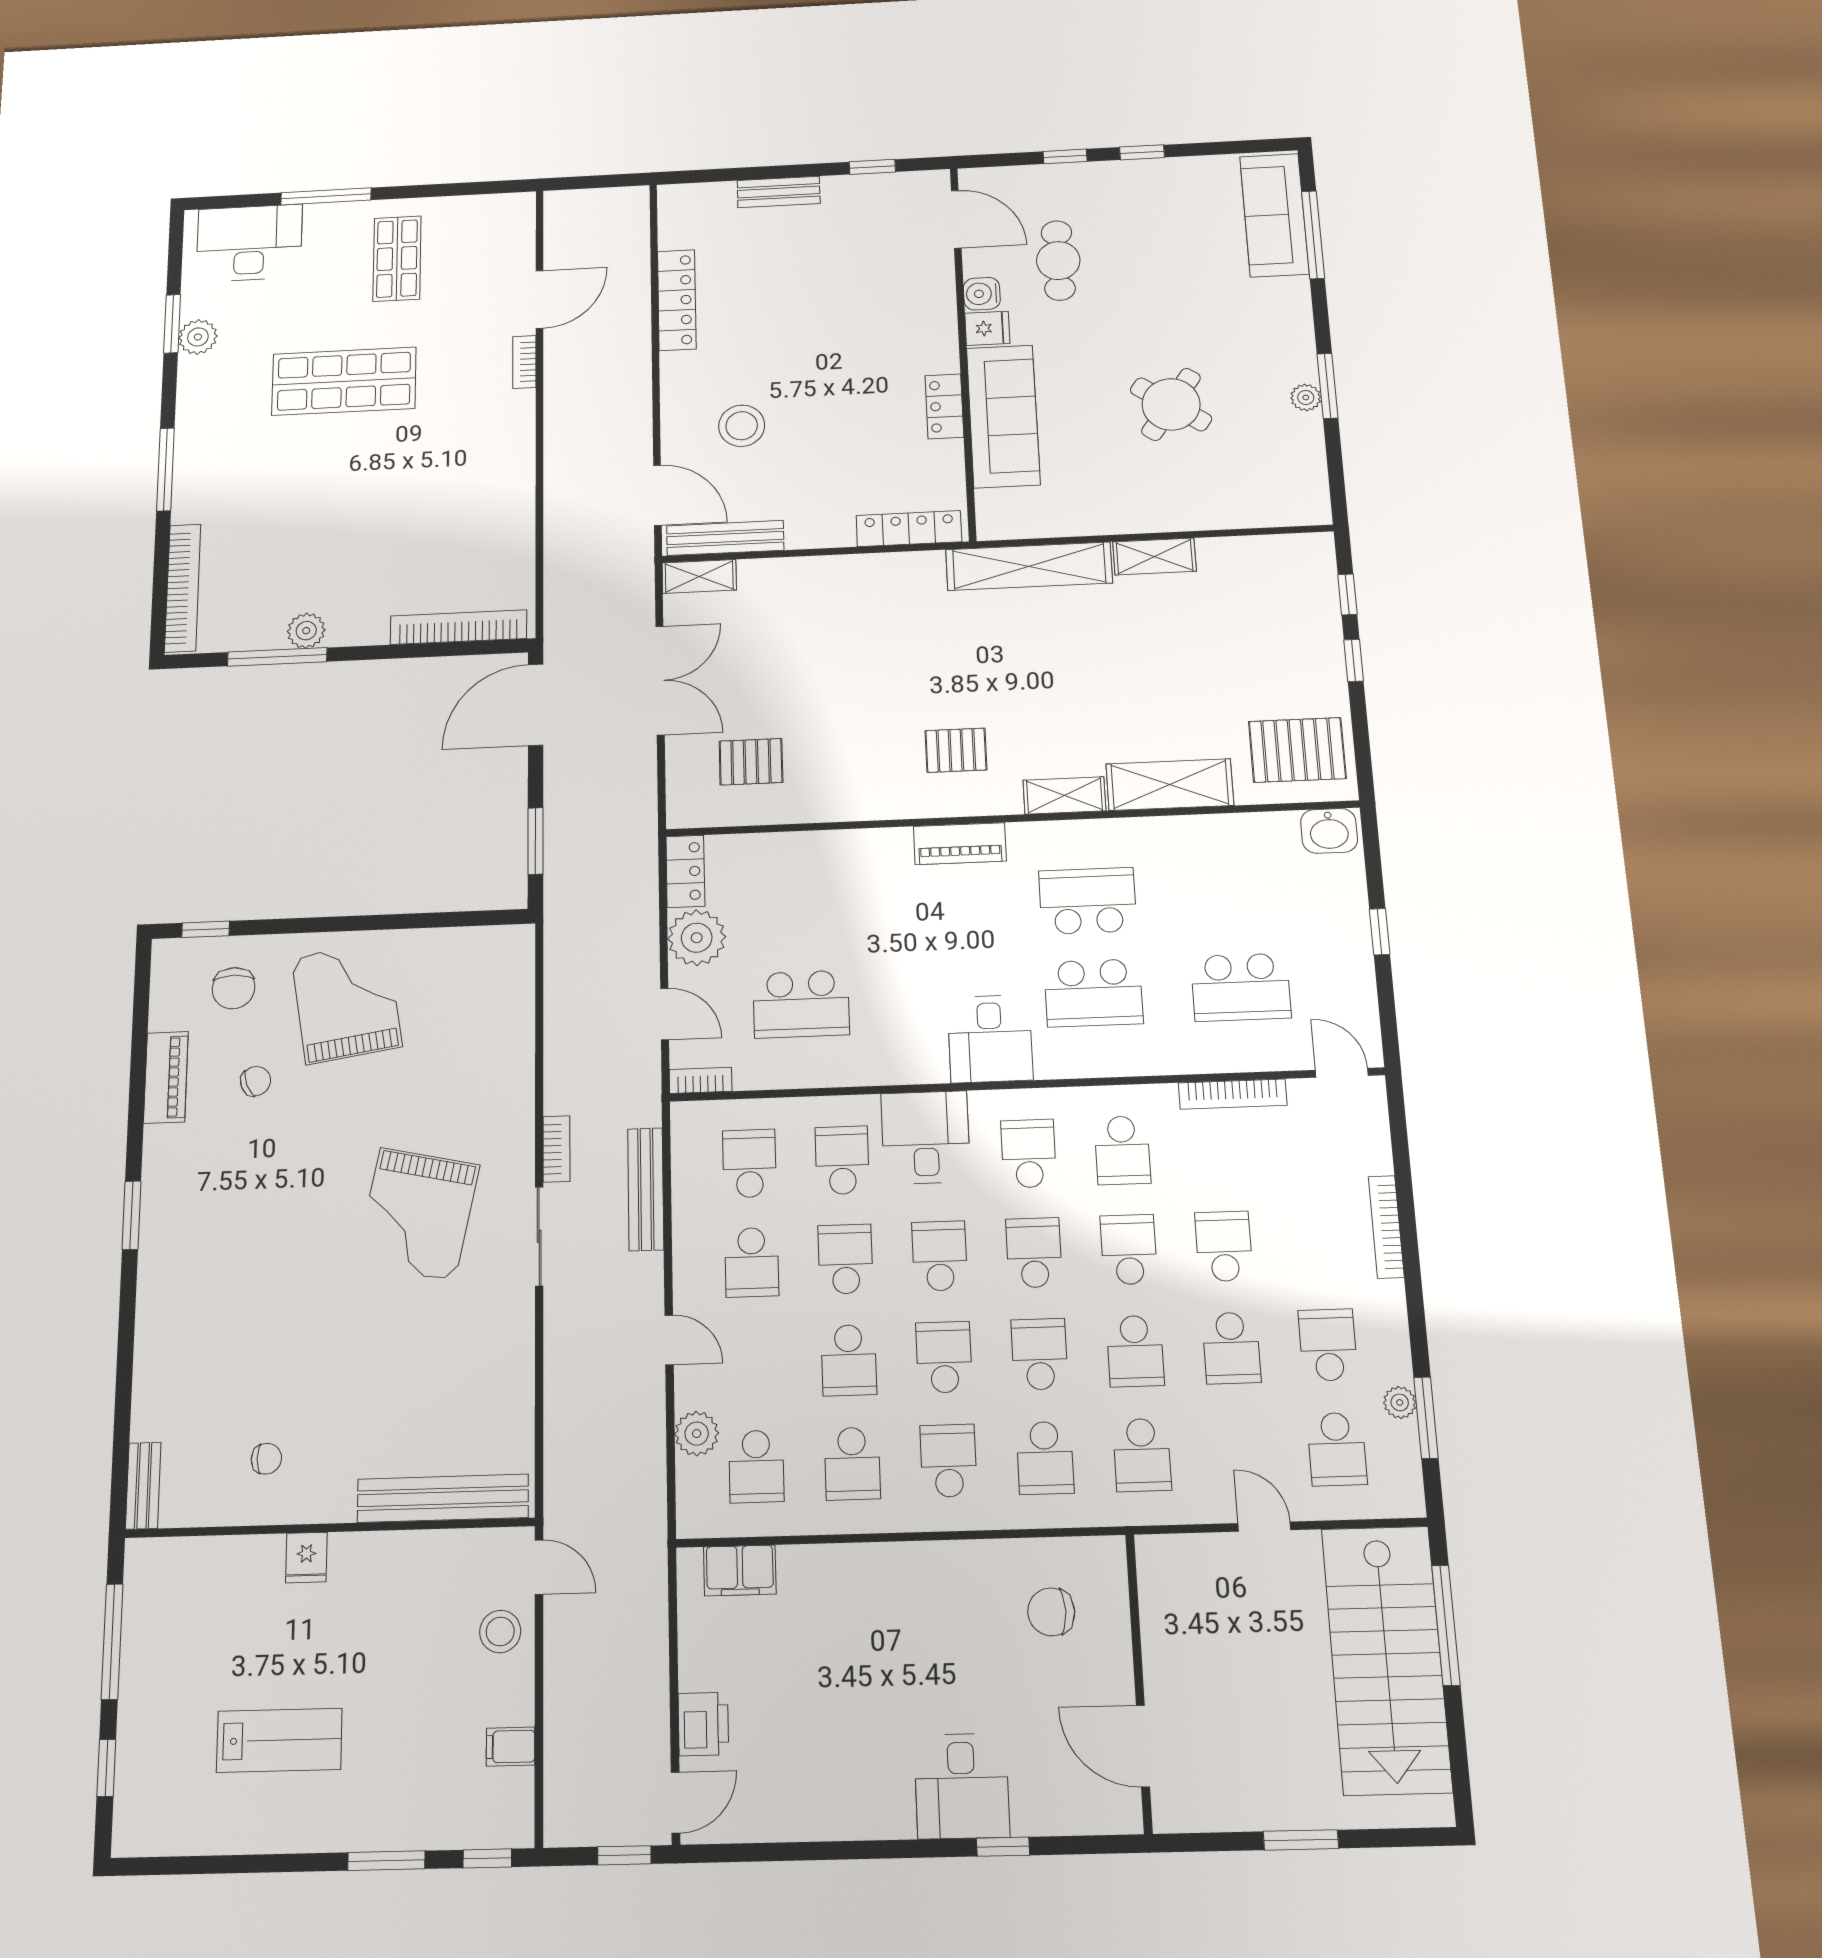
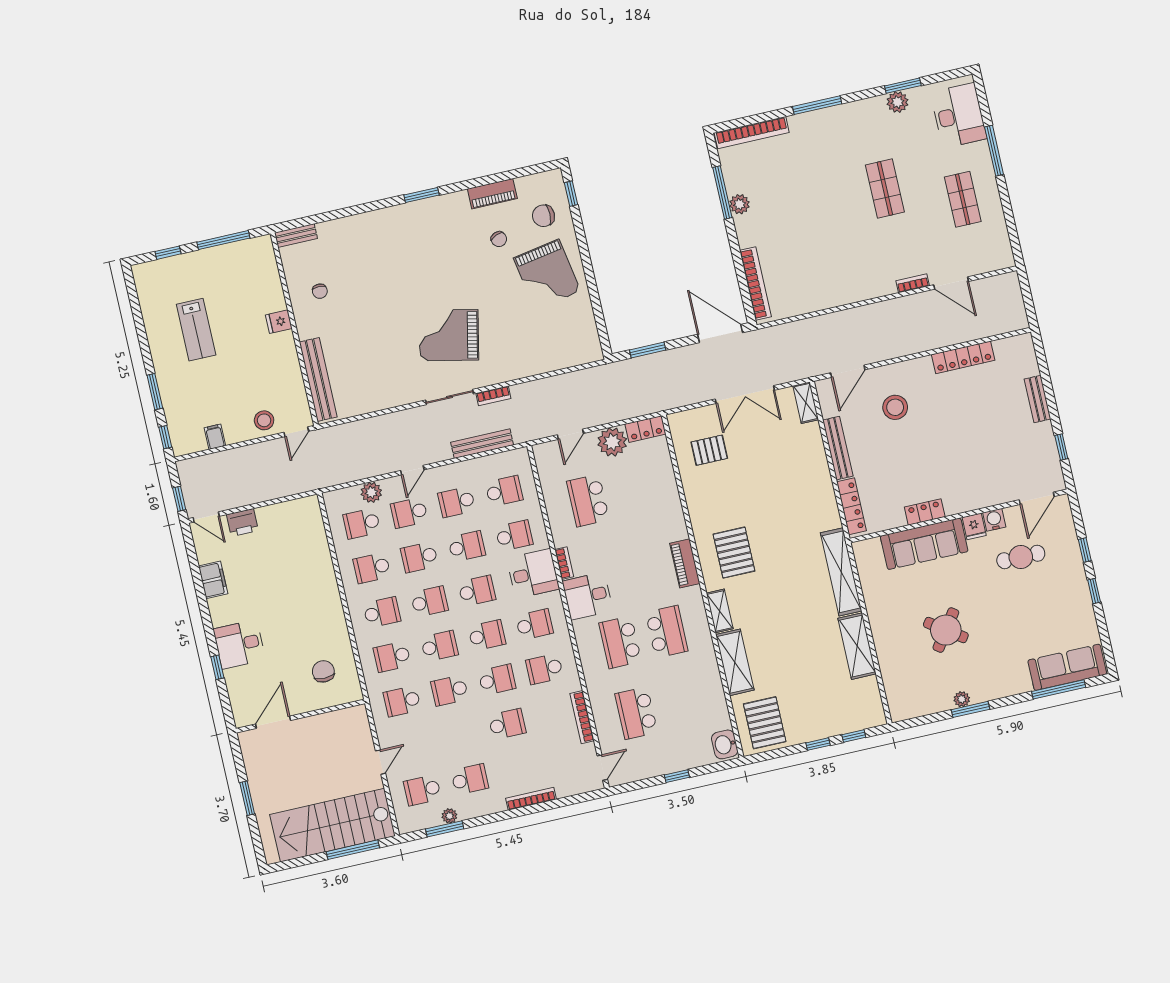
shop shelf: (397, 259) -> (963, 199), turned 90
shop shelf: (344, 381) -> (885, 188), width x0.70, depth x0.74
bench: (725, 538) -> (838, 448), moved
shelving: (1154, 556) -> (857, 646), width x1.50, depth x1.33
pallet: (956, 750) -> (734, 553), width x1.50, depth x1.42
pallet: (751, 762) -> (709, 450), turned 90
grand piano: (347, 1002) -> (547, 274), turned 89
bookcase: (701, 1080) -> (564, 563), moved
school desk: (1231, 1348) -> (409, 513), moved
filing cabinet: (740, 1570) -> (213, 580), moved, turned 180

